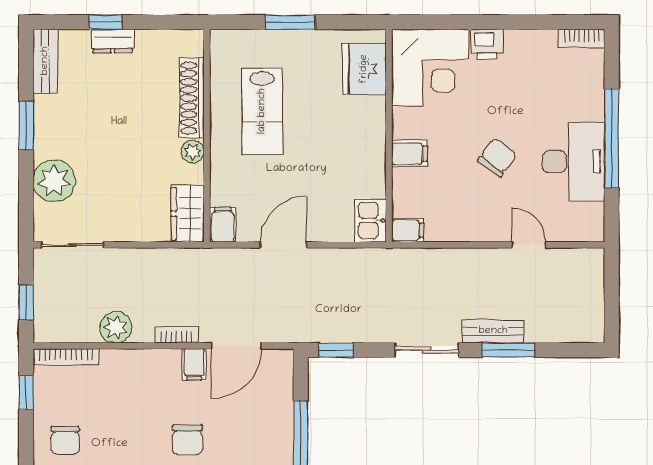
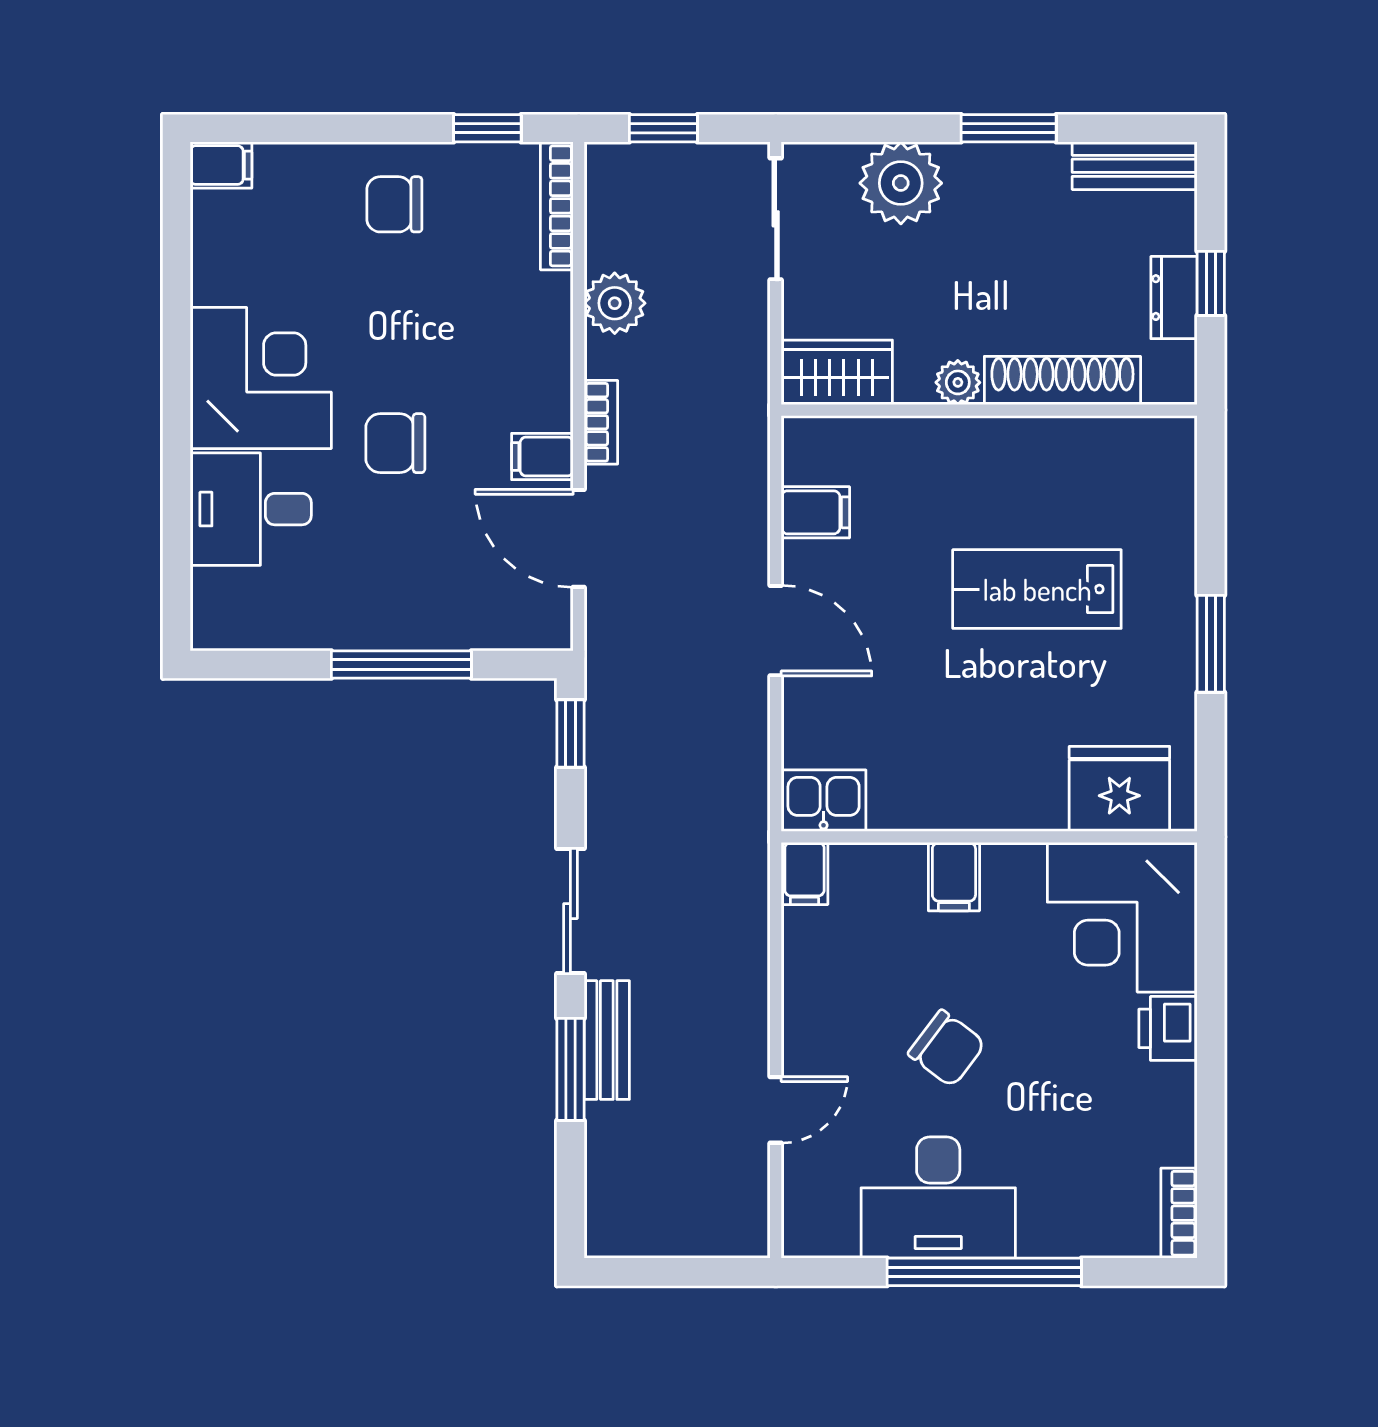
shoe rack: (192, 98) -> (1062, 380), moved
wall: (207, 136) -> (989, 410), moved
plant: (193, 152) -> (958, 382), moved
wardrobe: (187, 214) -> (837, 372), moved

